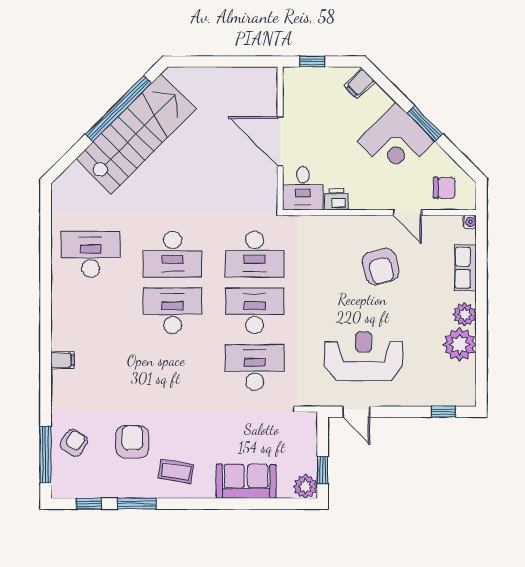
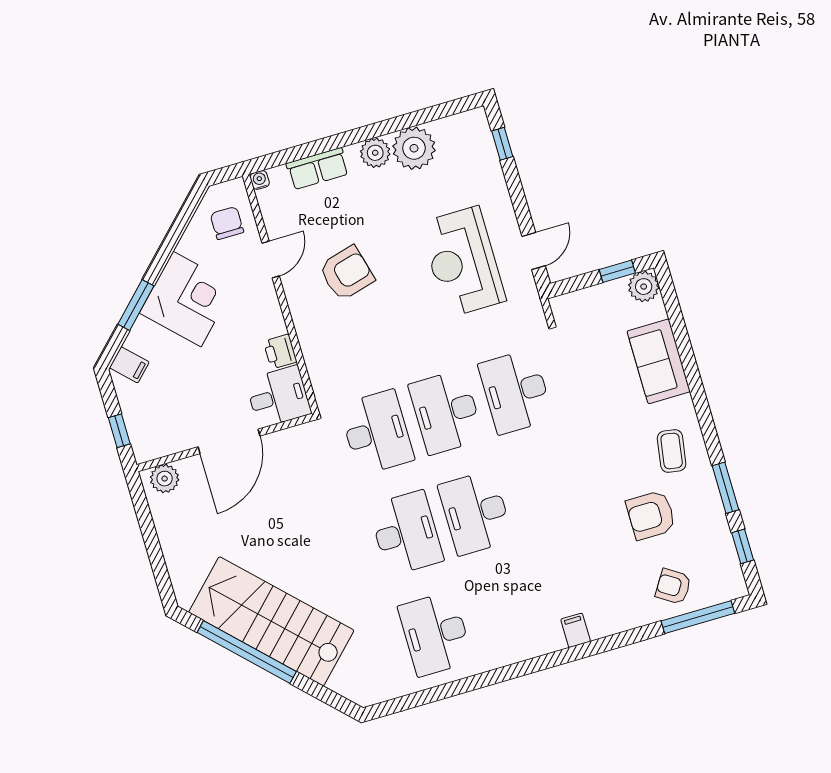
plant: (266, 85) -> (165, 479), added
window: (425, 123) -> (136, 305), moved

